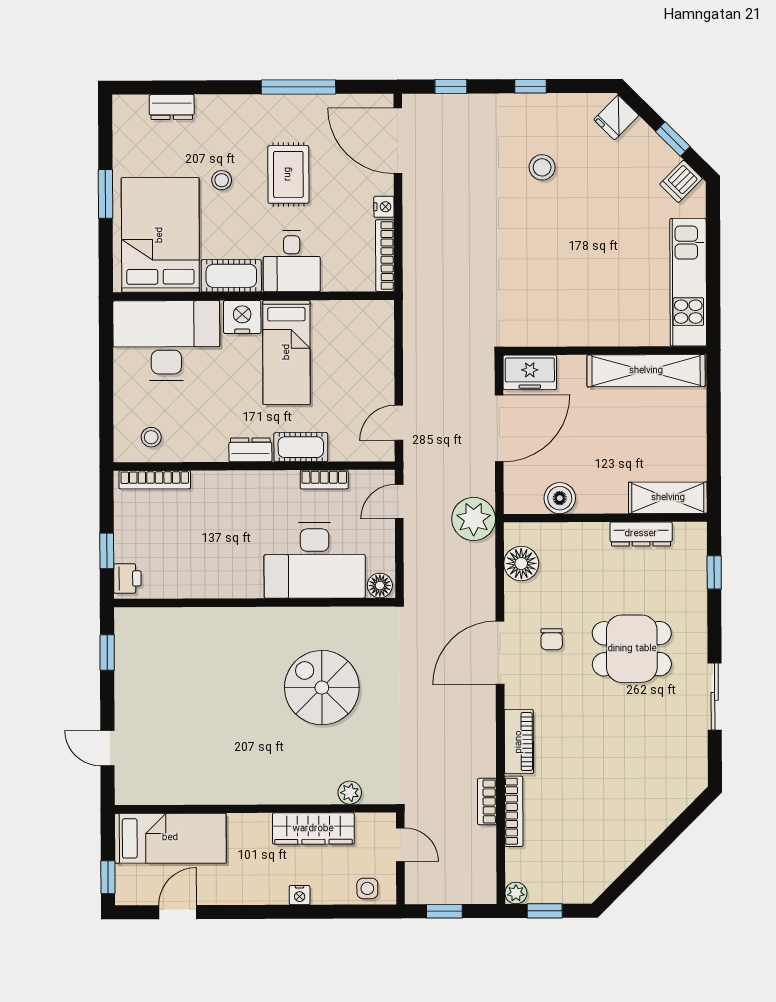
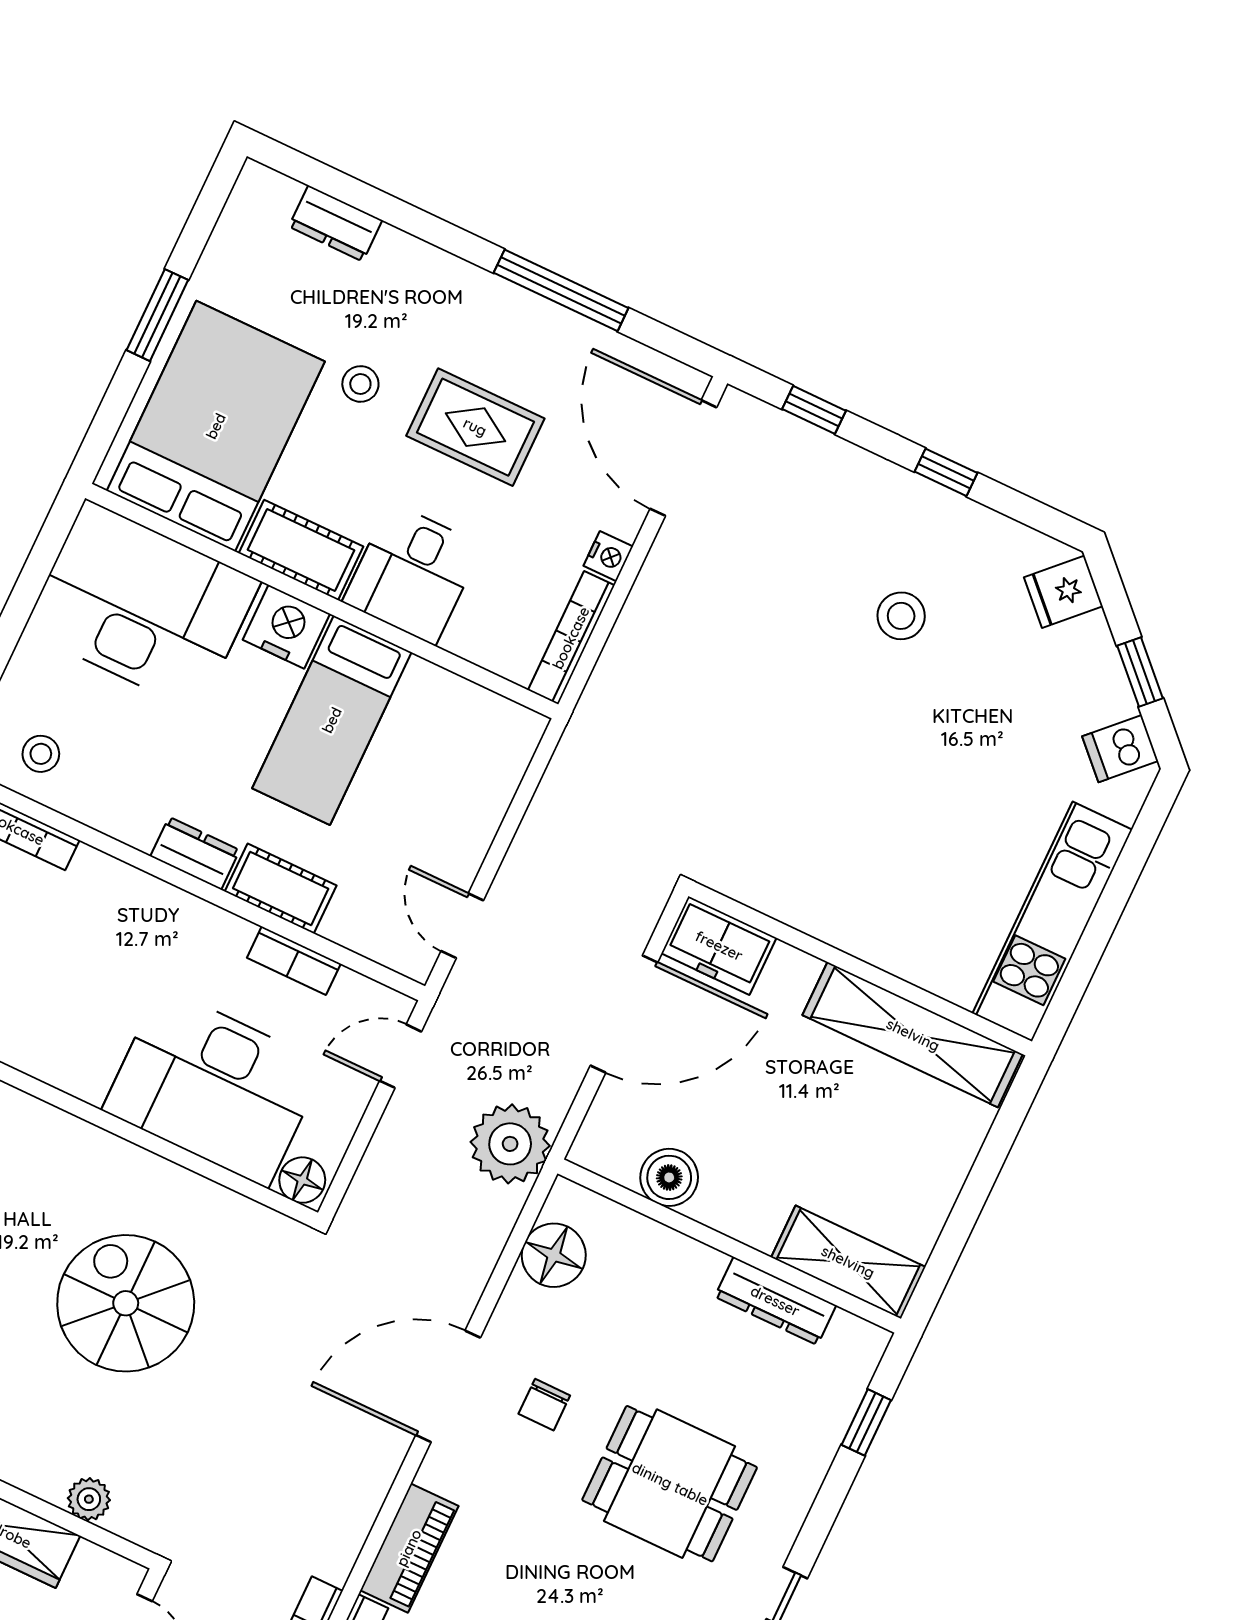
rug: (288, 174) -> (475, 427), turned 90
door: (399, 423) -> (462, 926), hinge flipped

